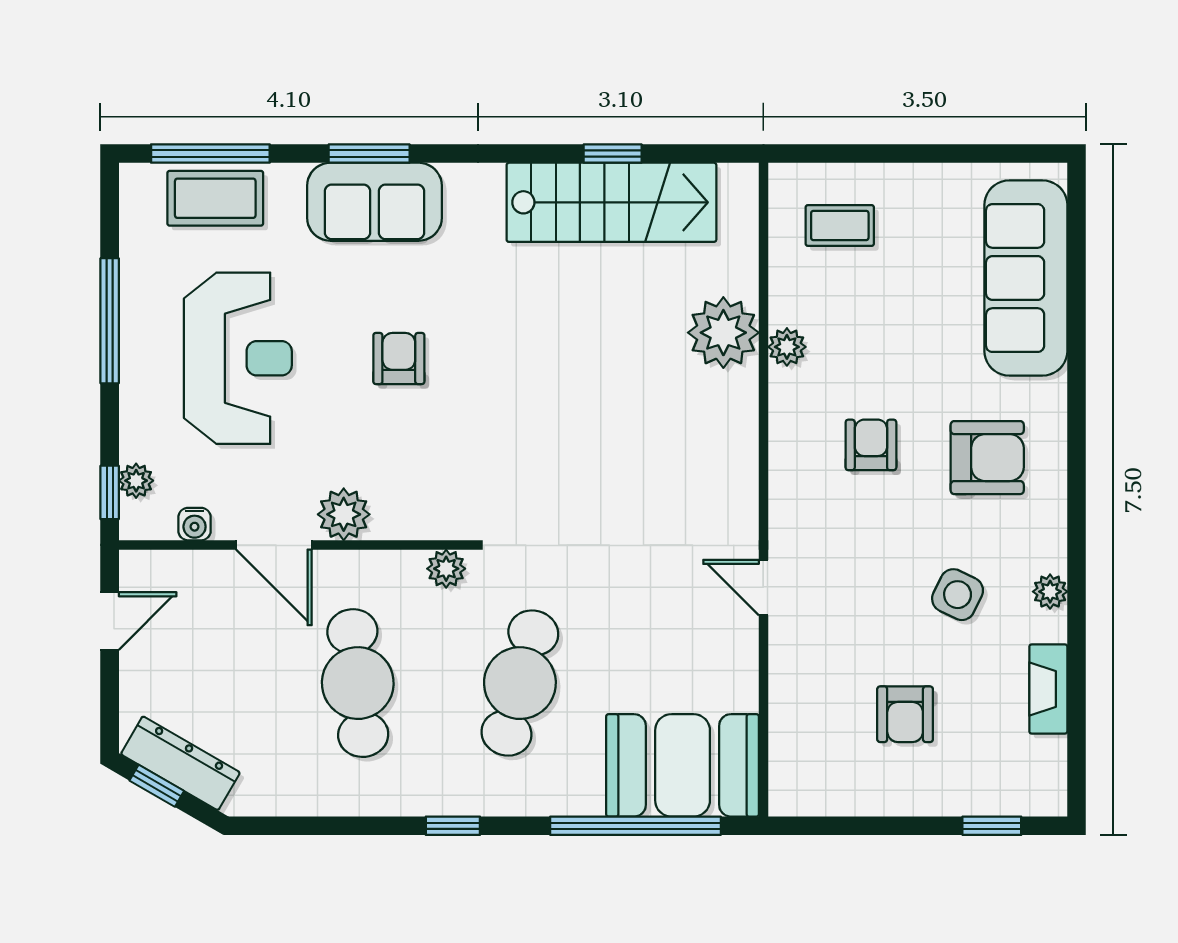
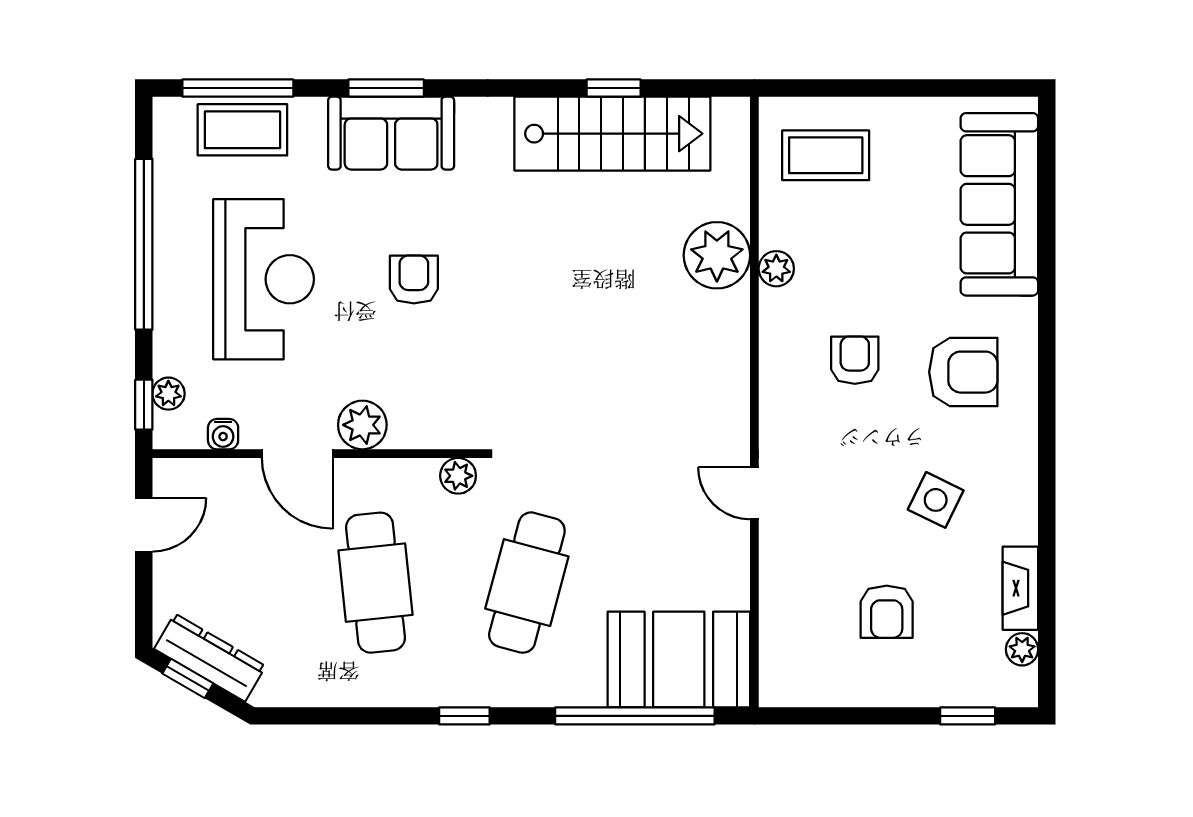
coffee table: (840, 225) -> (826, 155), width x1.36, depth x1.30
window: (110, 321) -> (144, 244), width x1.46
plant: (1050, 592) -> (1022, 649), moved

